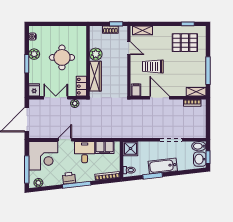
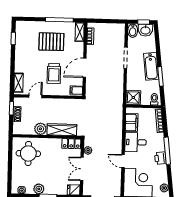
pallet: (185, 43) -> (51, 42), moved, turned 90
round table: (62, 57) -> (28, 153), moved

